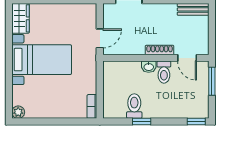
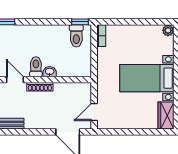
door: (100, 38) -> (94, 112), moved
toilet: (134, 106) -> (76, 36), moved
window: (142, 122) -> (80, 22), moved

